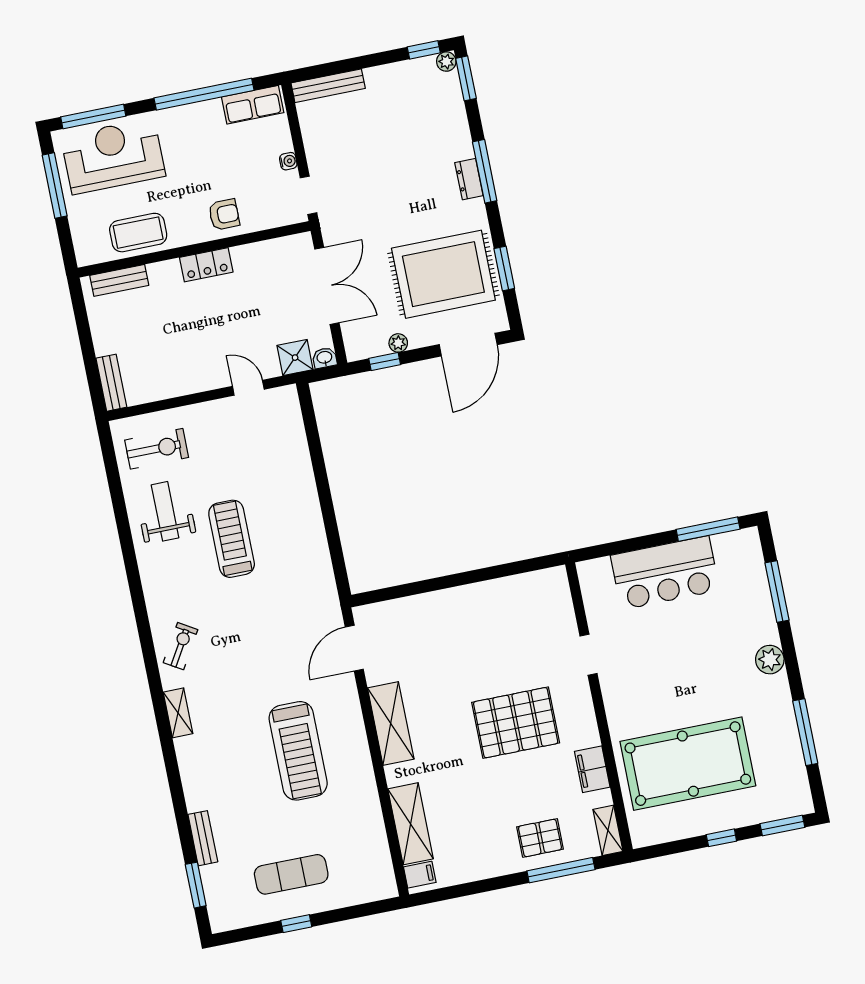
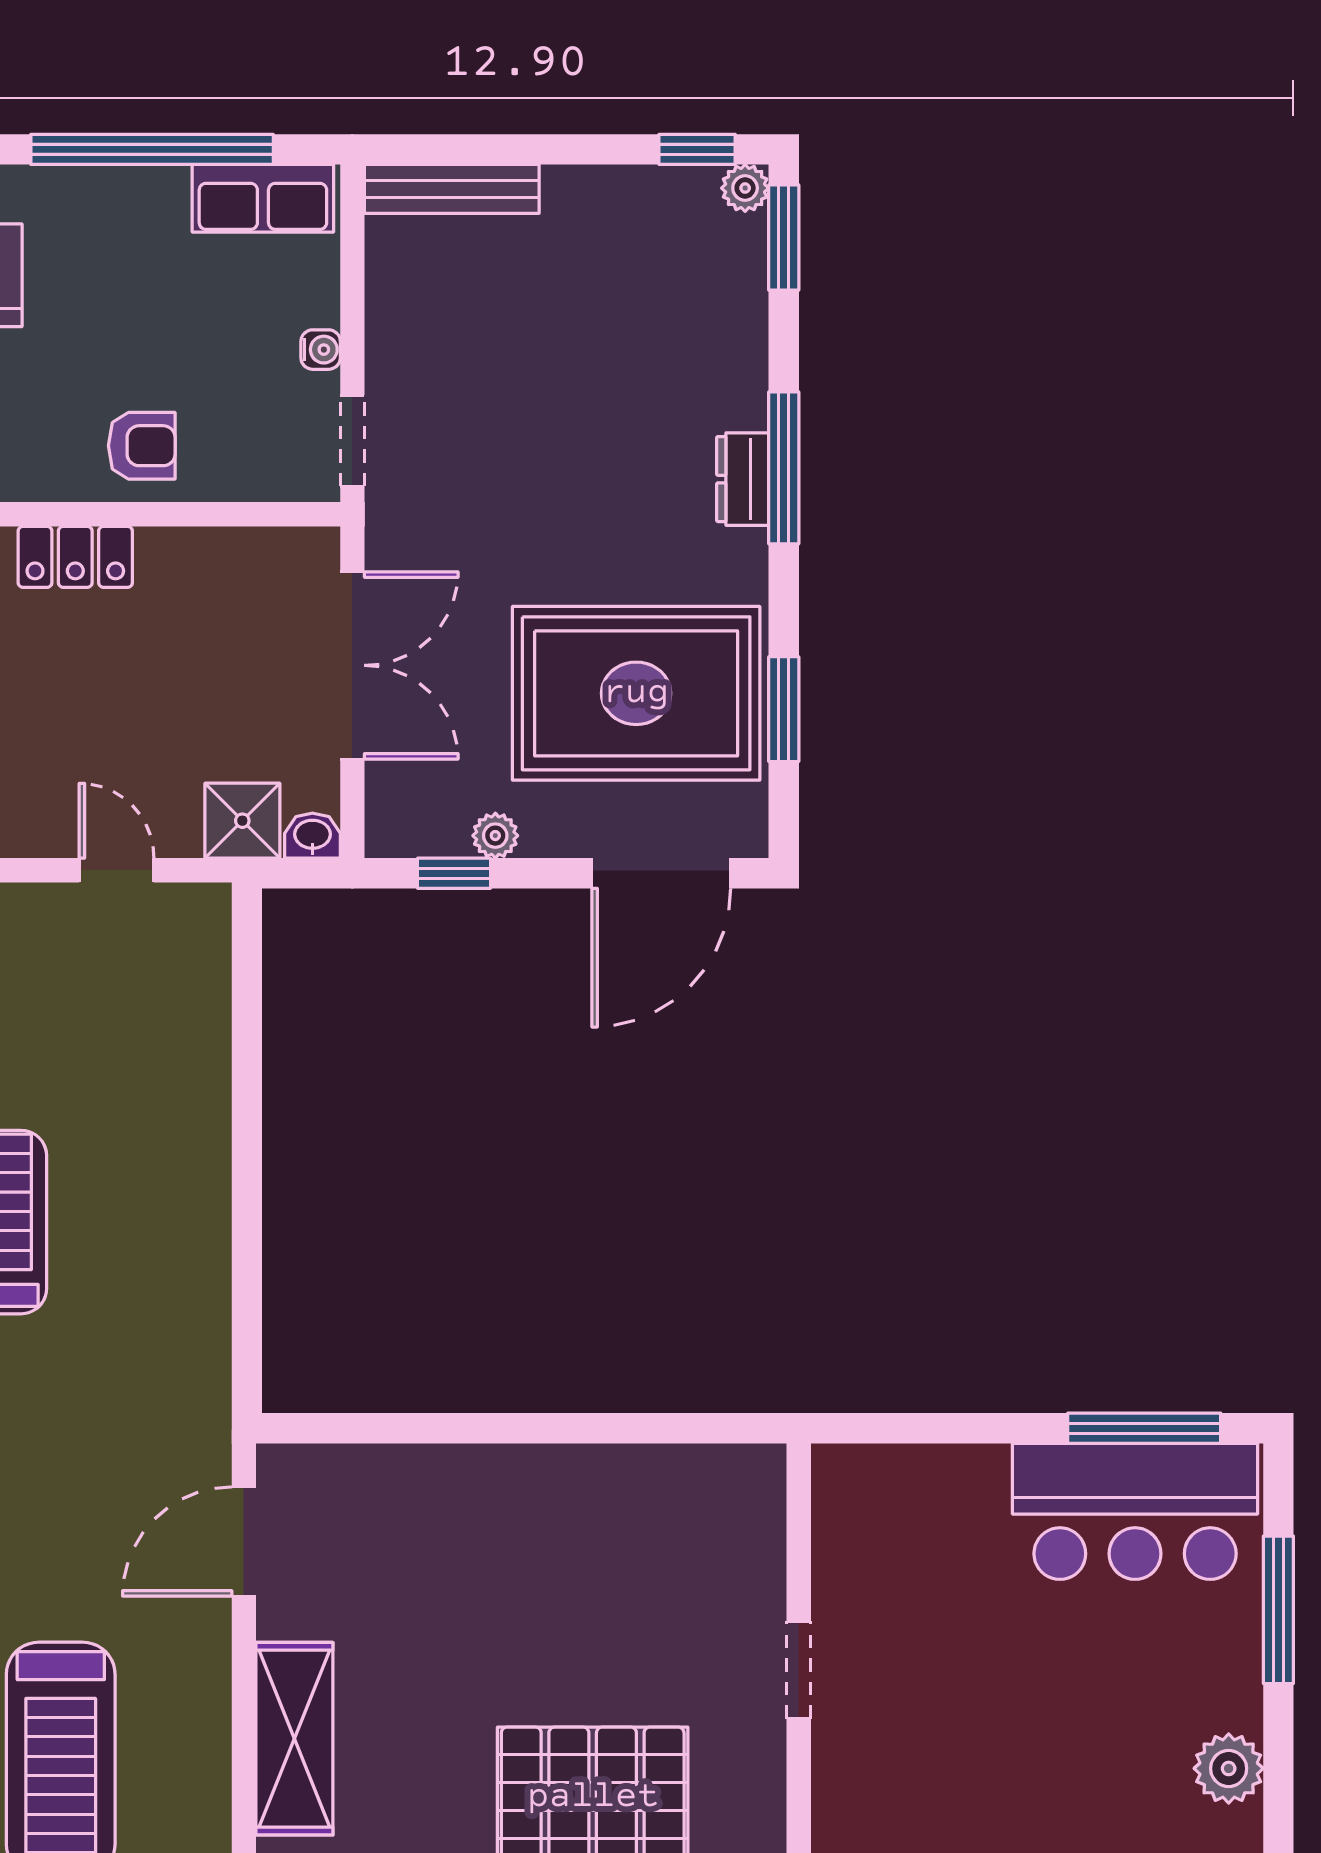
bar counter: (665, 573) -> (1135, 1511), moved

